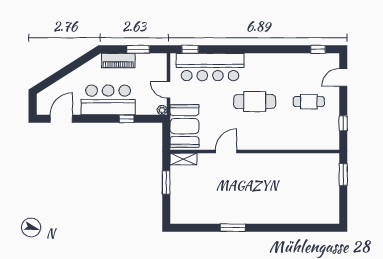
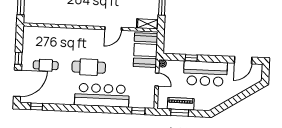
piano: (118, 61) -> (181, 104), moved
bar counter: (210, 67) -> (102, 95), moved
door: (343, 77) -> (17, 83), width x1.87
window: (343, 123) -> (19, 58), moved

